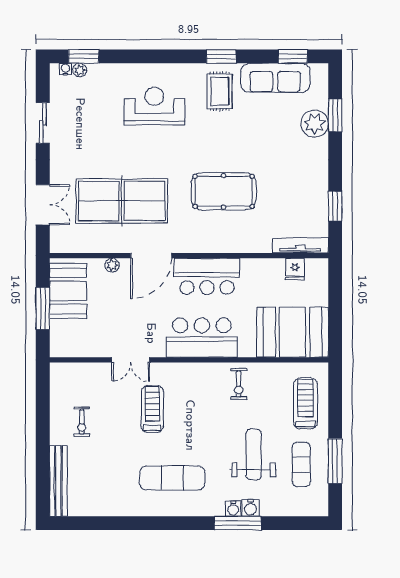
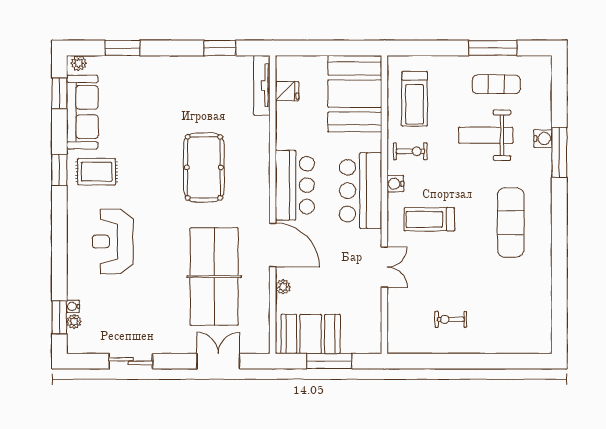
water cooler: (65, 69) -> (73, 306), moved
plant: (315, 124) -> (79, 63), moved, width x0.53, depth x0.53
treadmill: (305, 403) -> (415, 99), moved, turned -90
treadmill: (152, 409) -> (429, 219), moved
exercise bike: (82, 422) -> (451, 319), turned 180
bench: (58, 481) -> (514, 344), removed
water cooler: (233, 509) -> (395, 184), moved, turned 180

